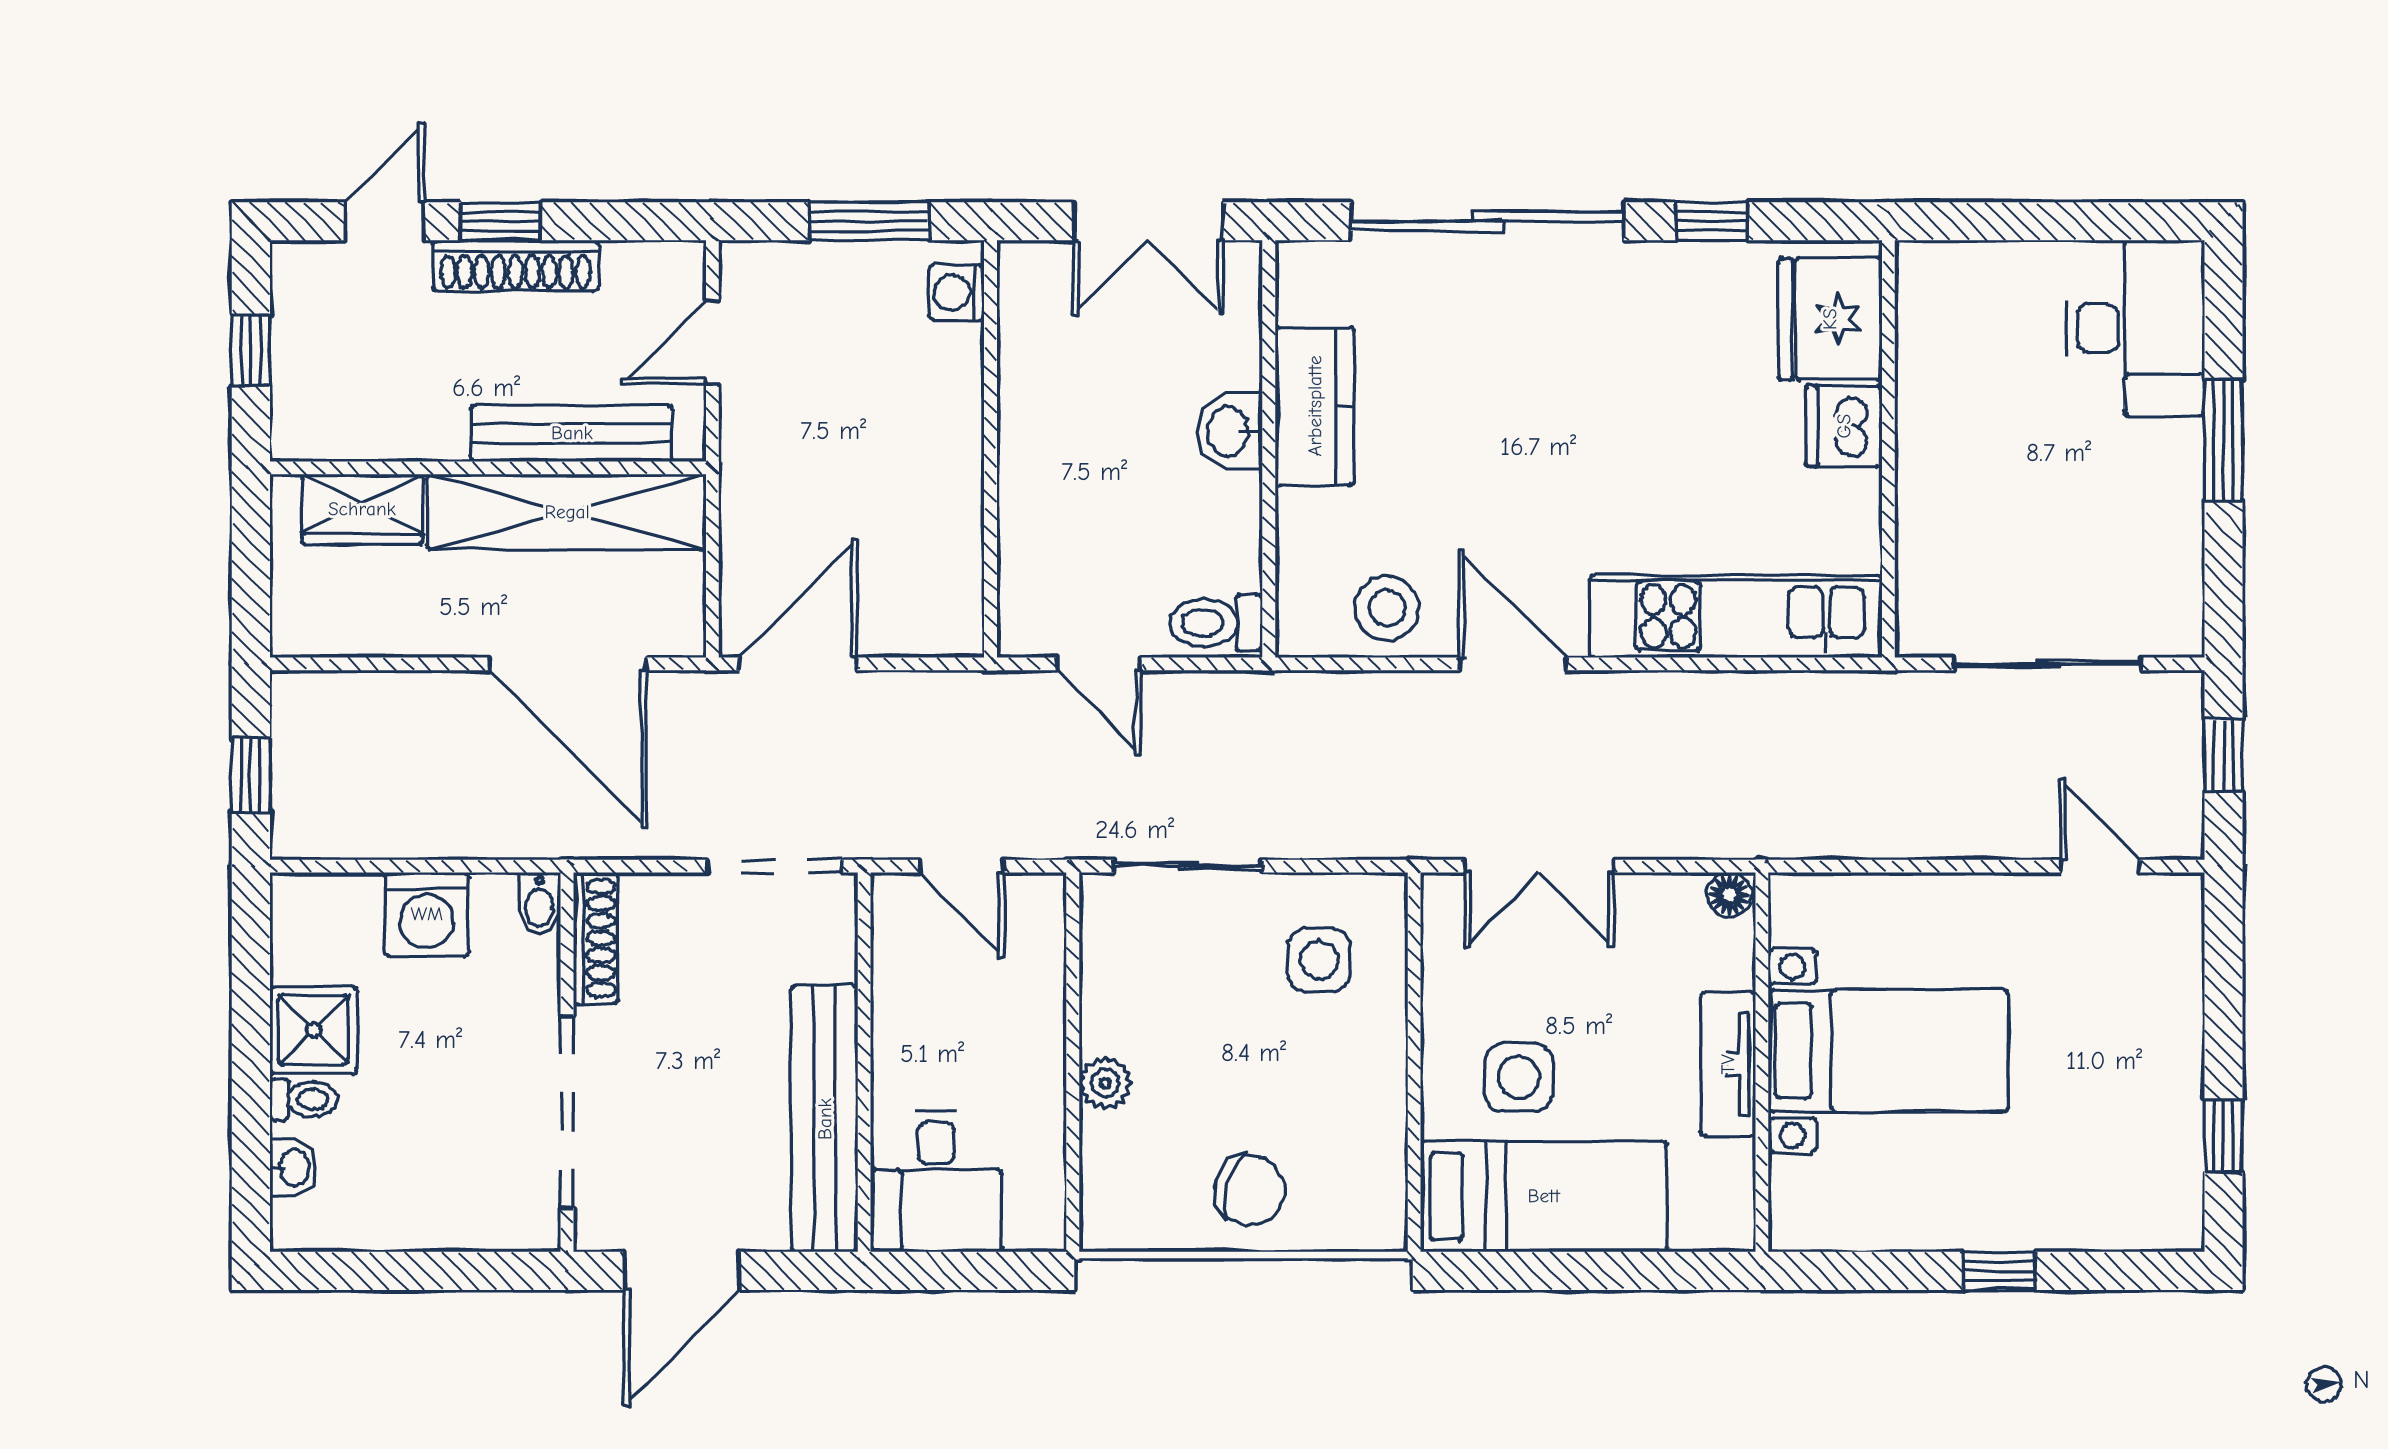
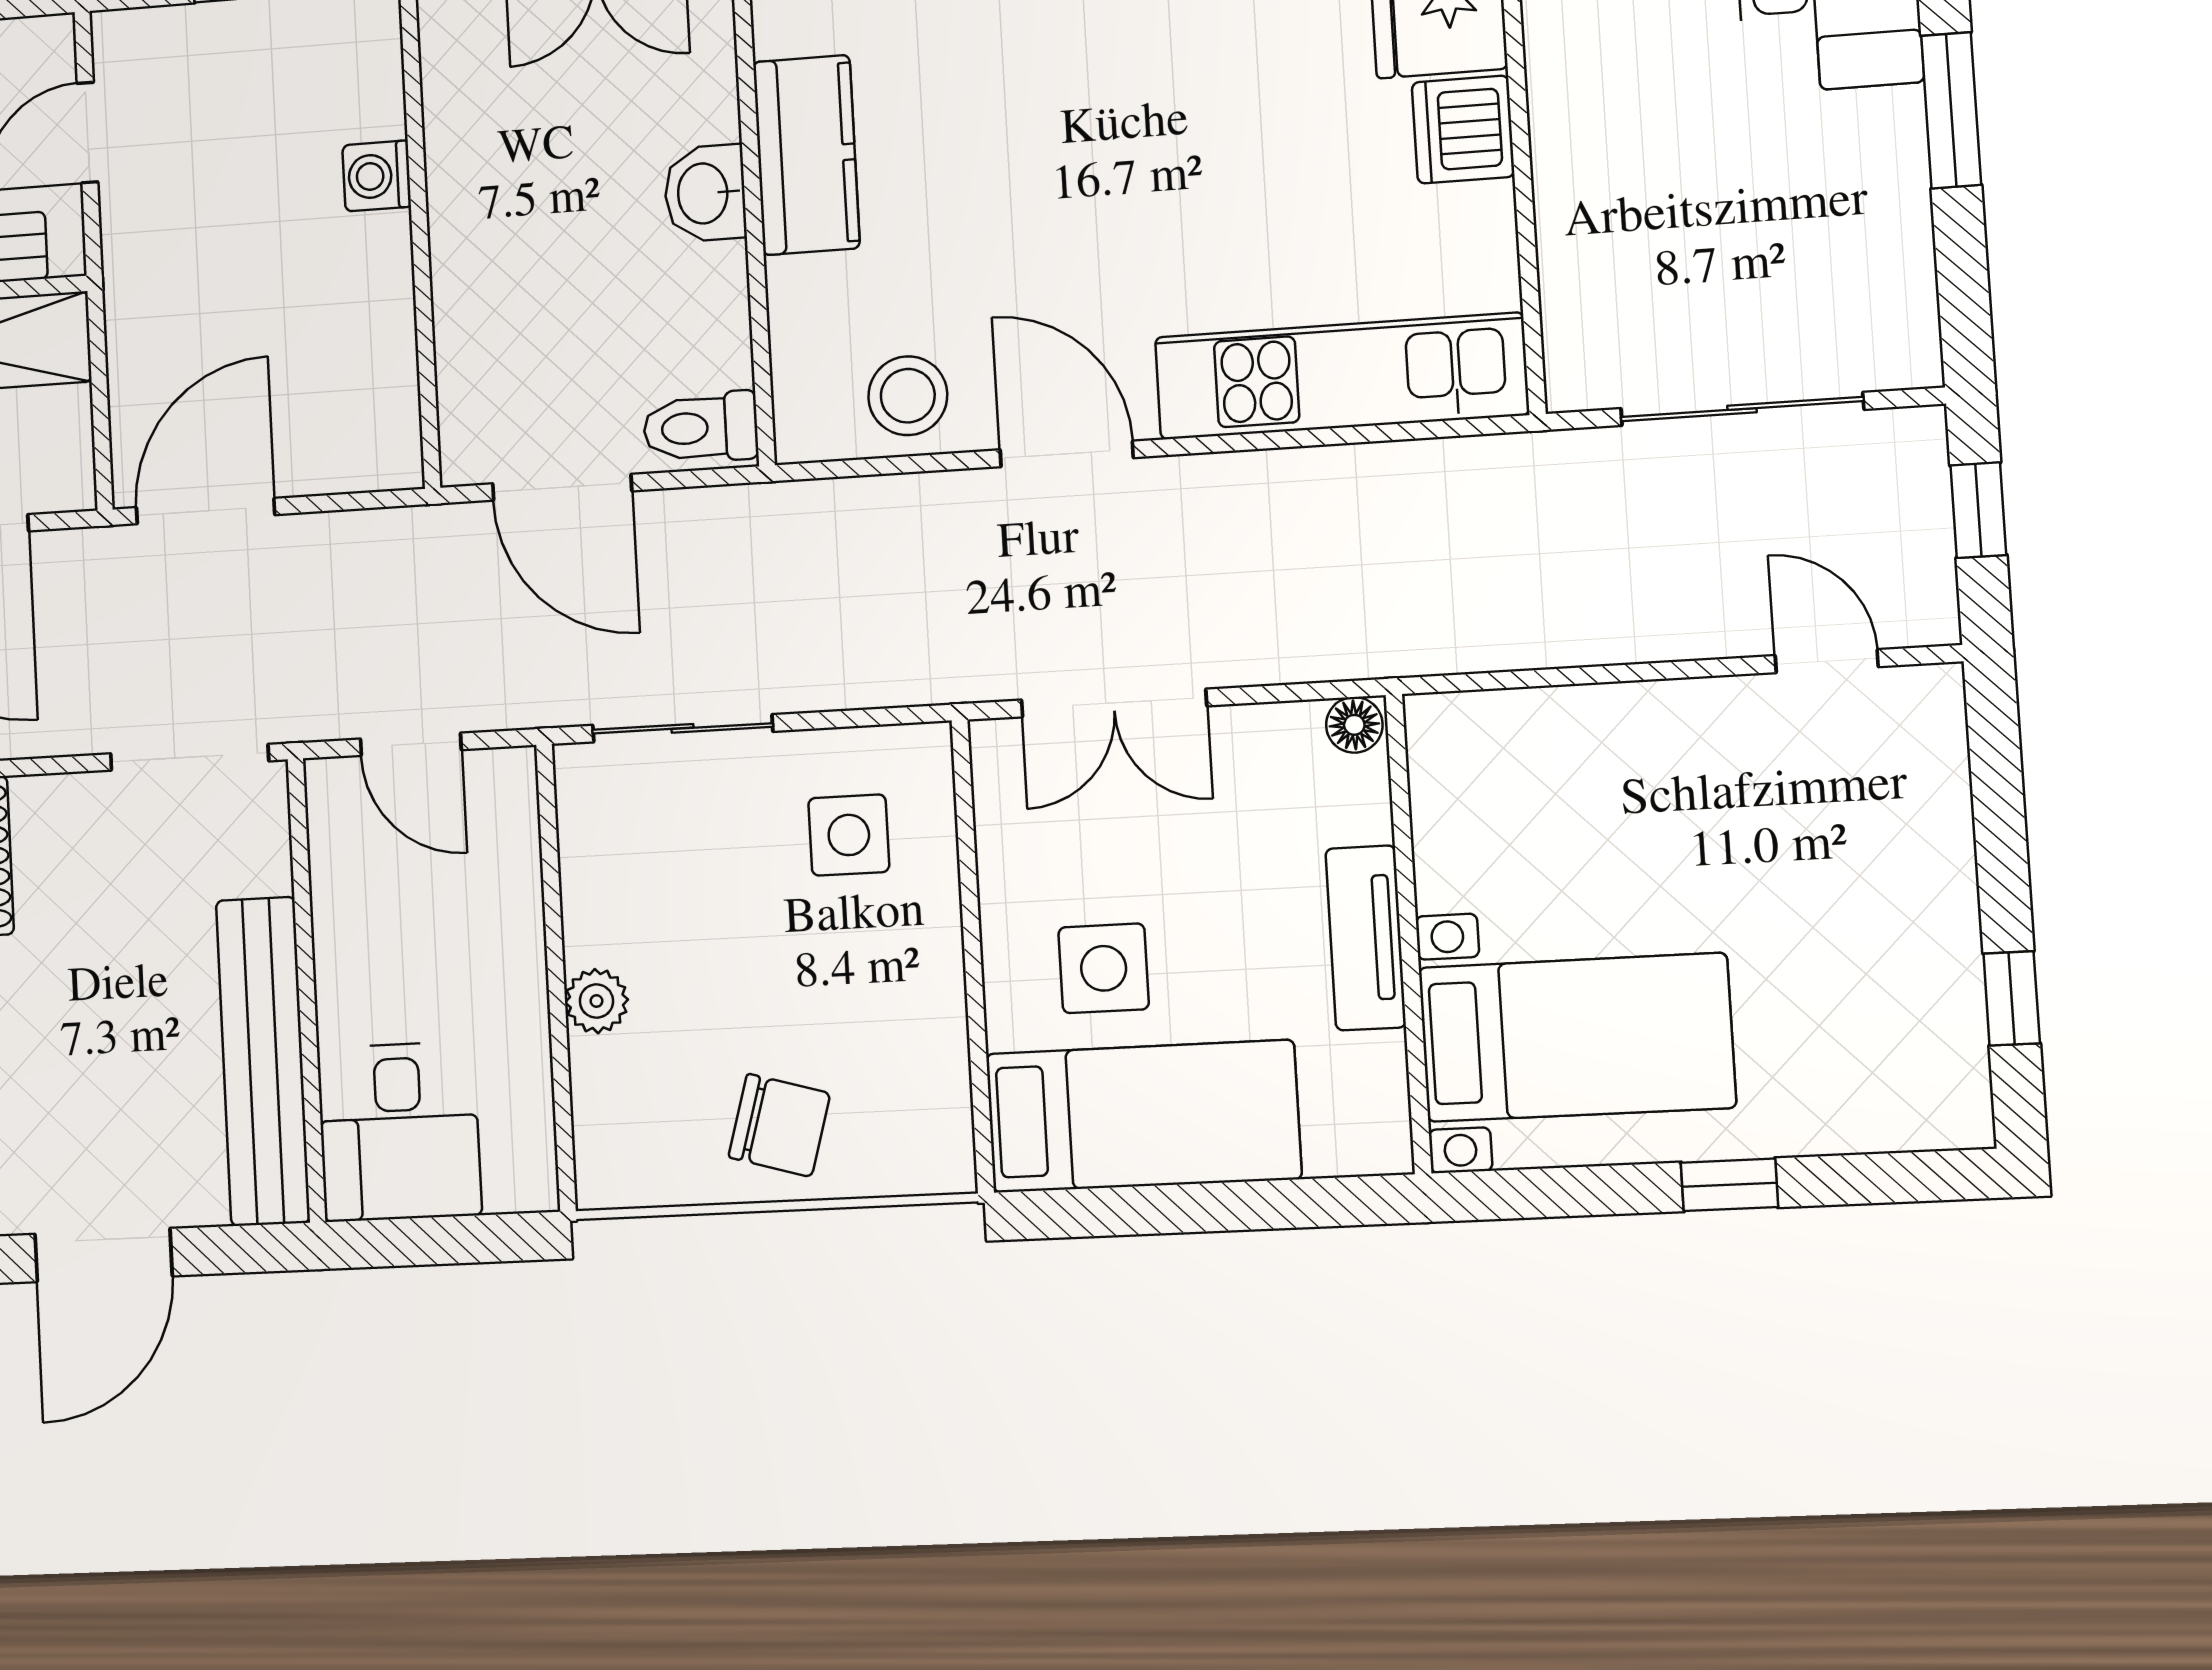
washing machine: (957, 293) -> (377, 176), moved
door: (1099, 664) -> (562, 487), width x1.38
bed with nightstands: (1888, 1051) -> (1577, 1037), moved

